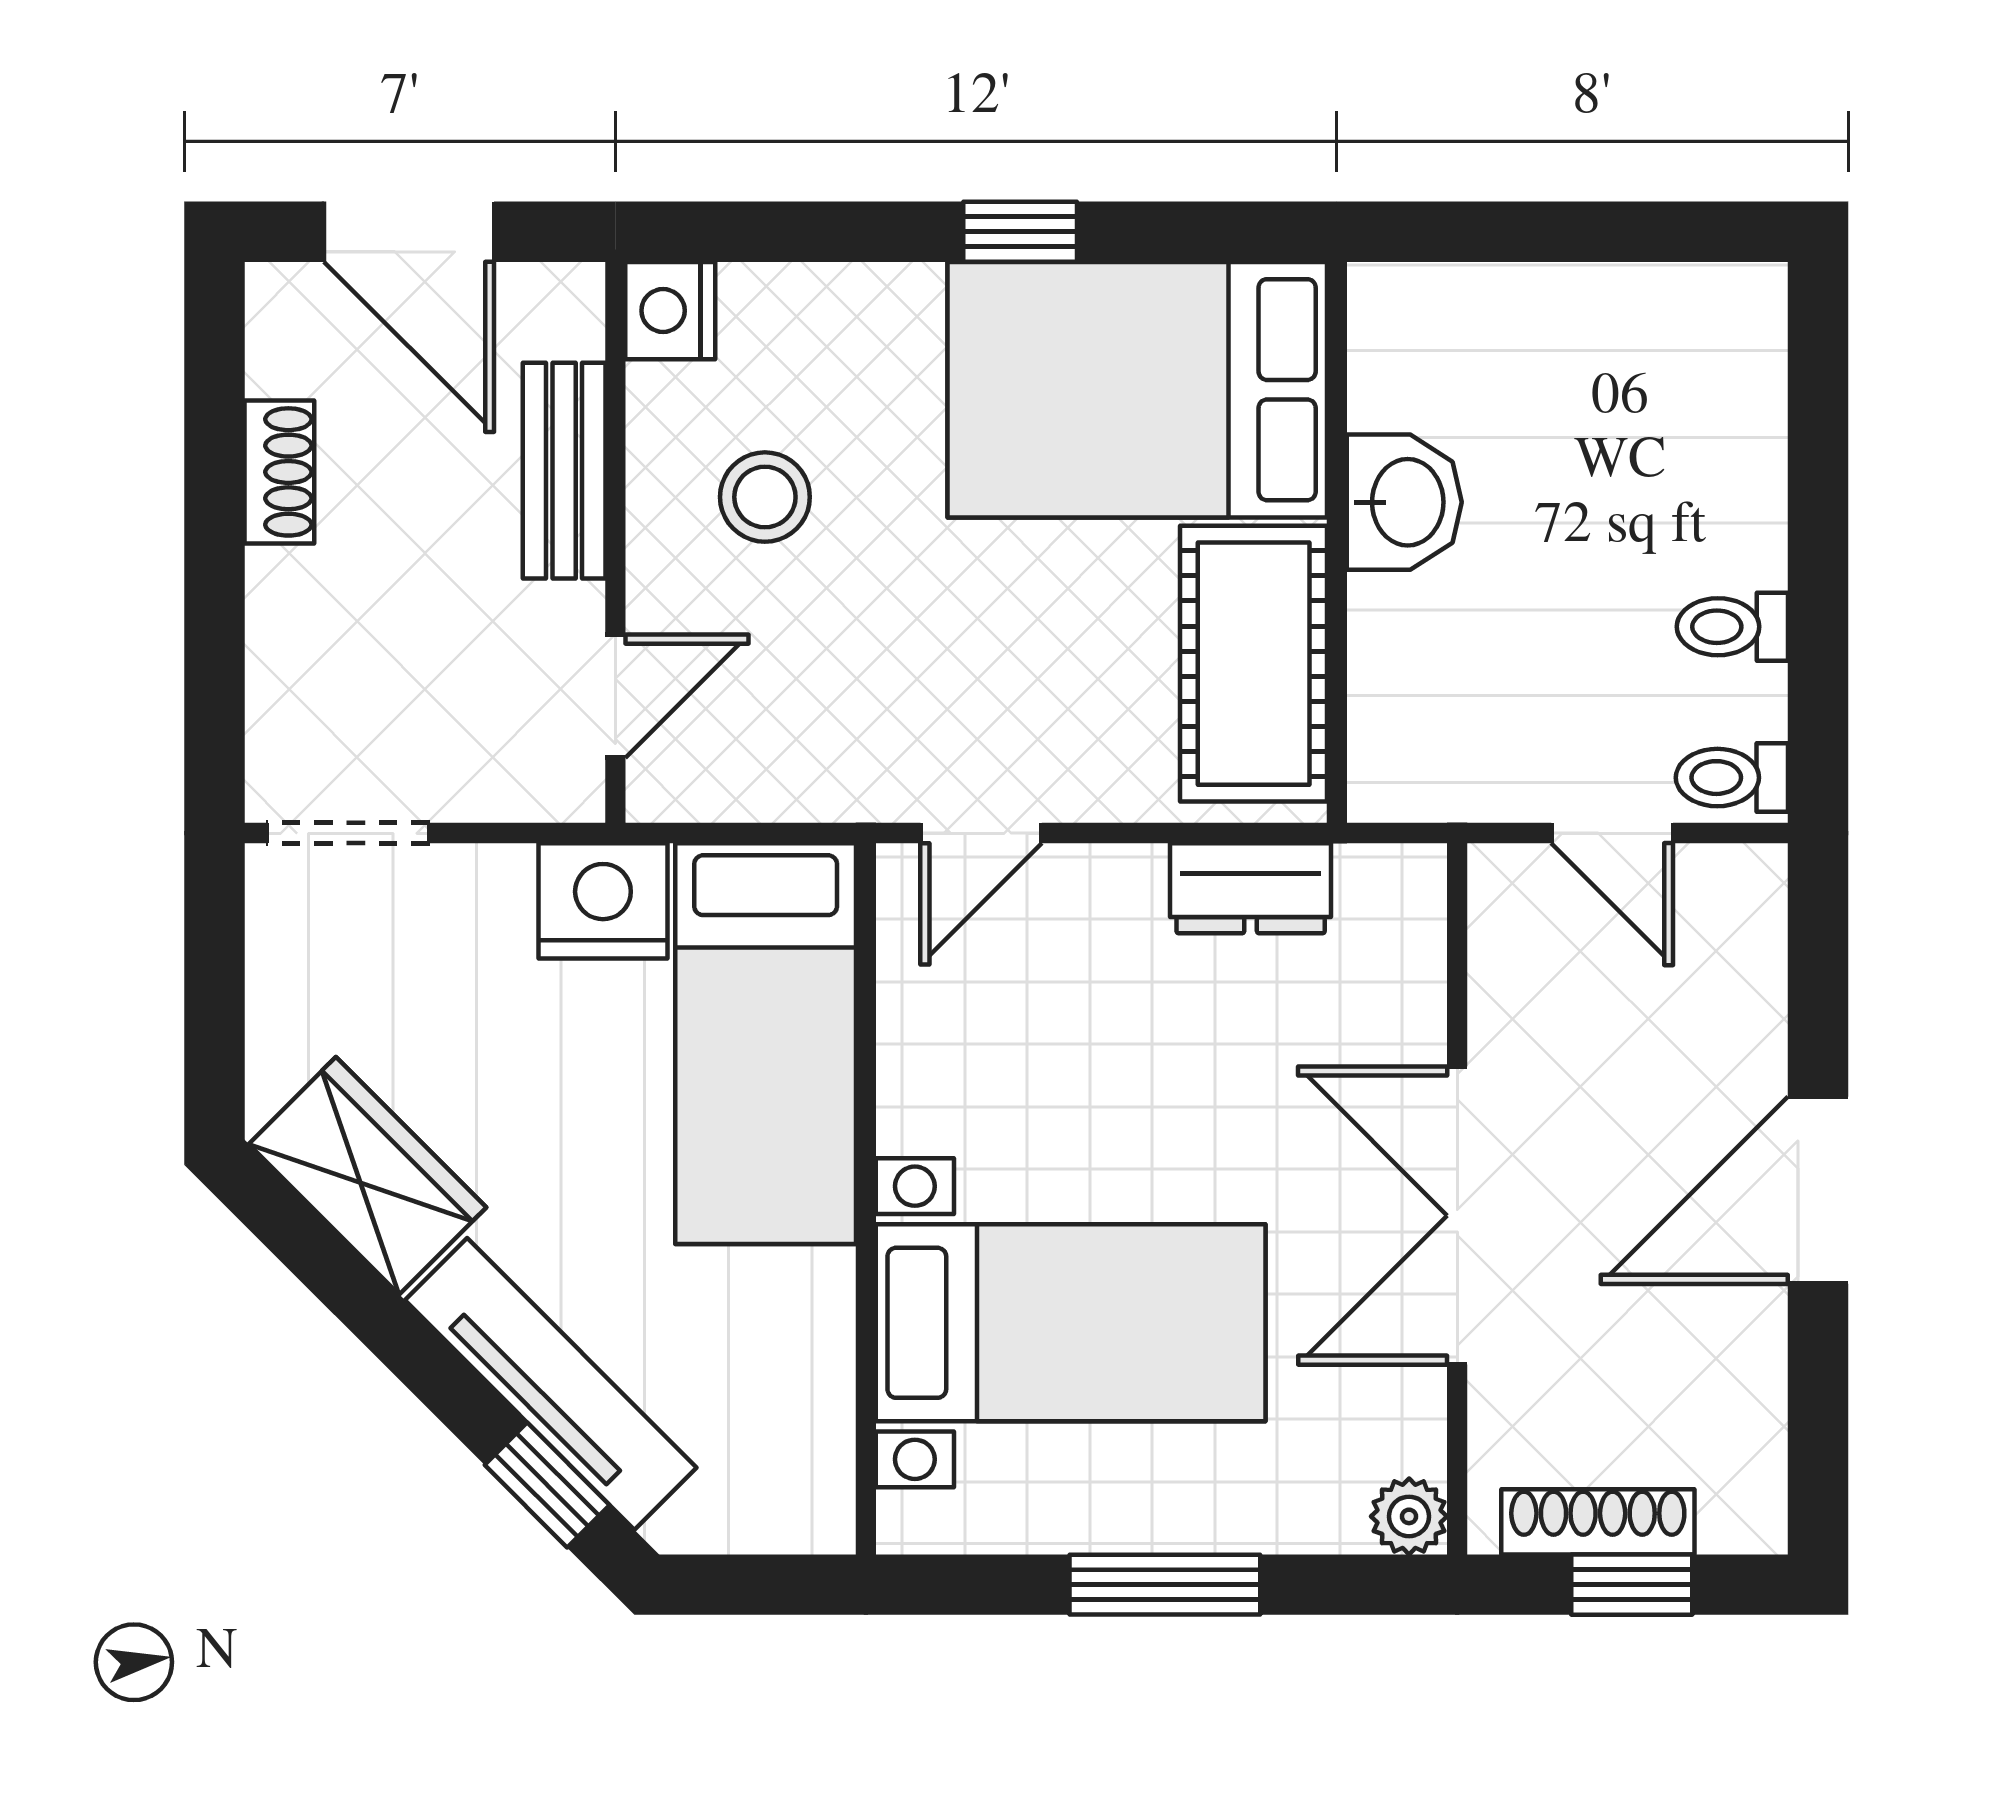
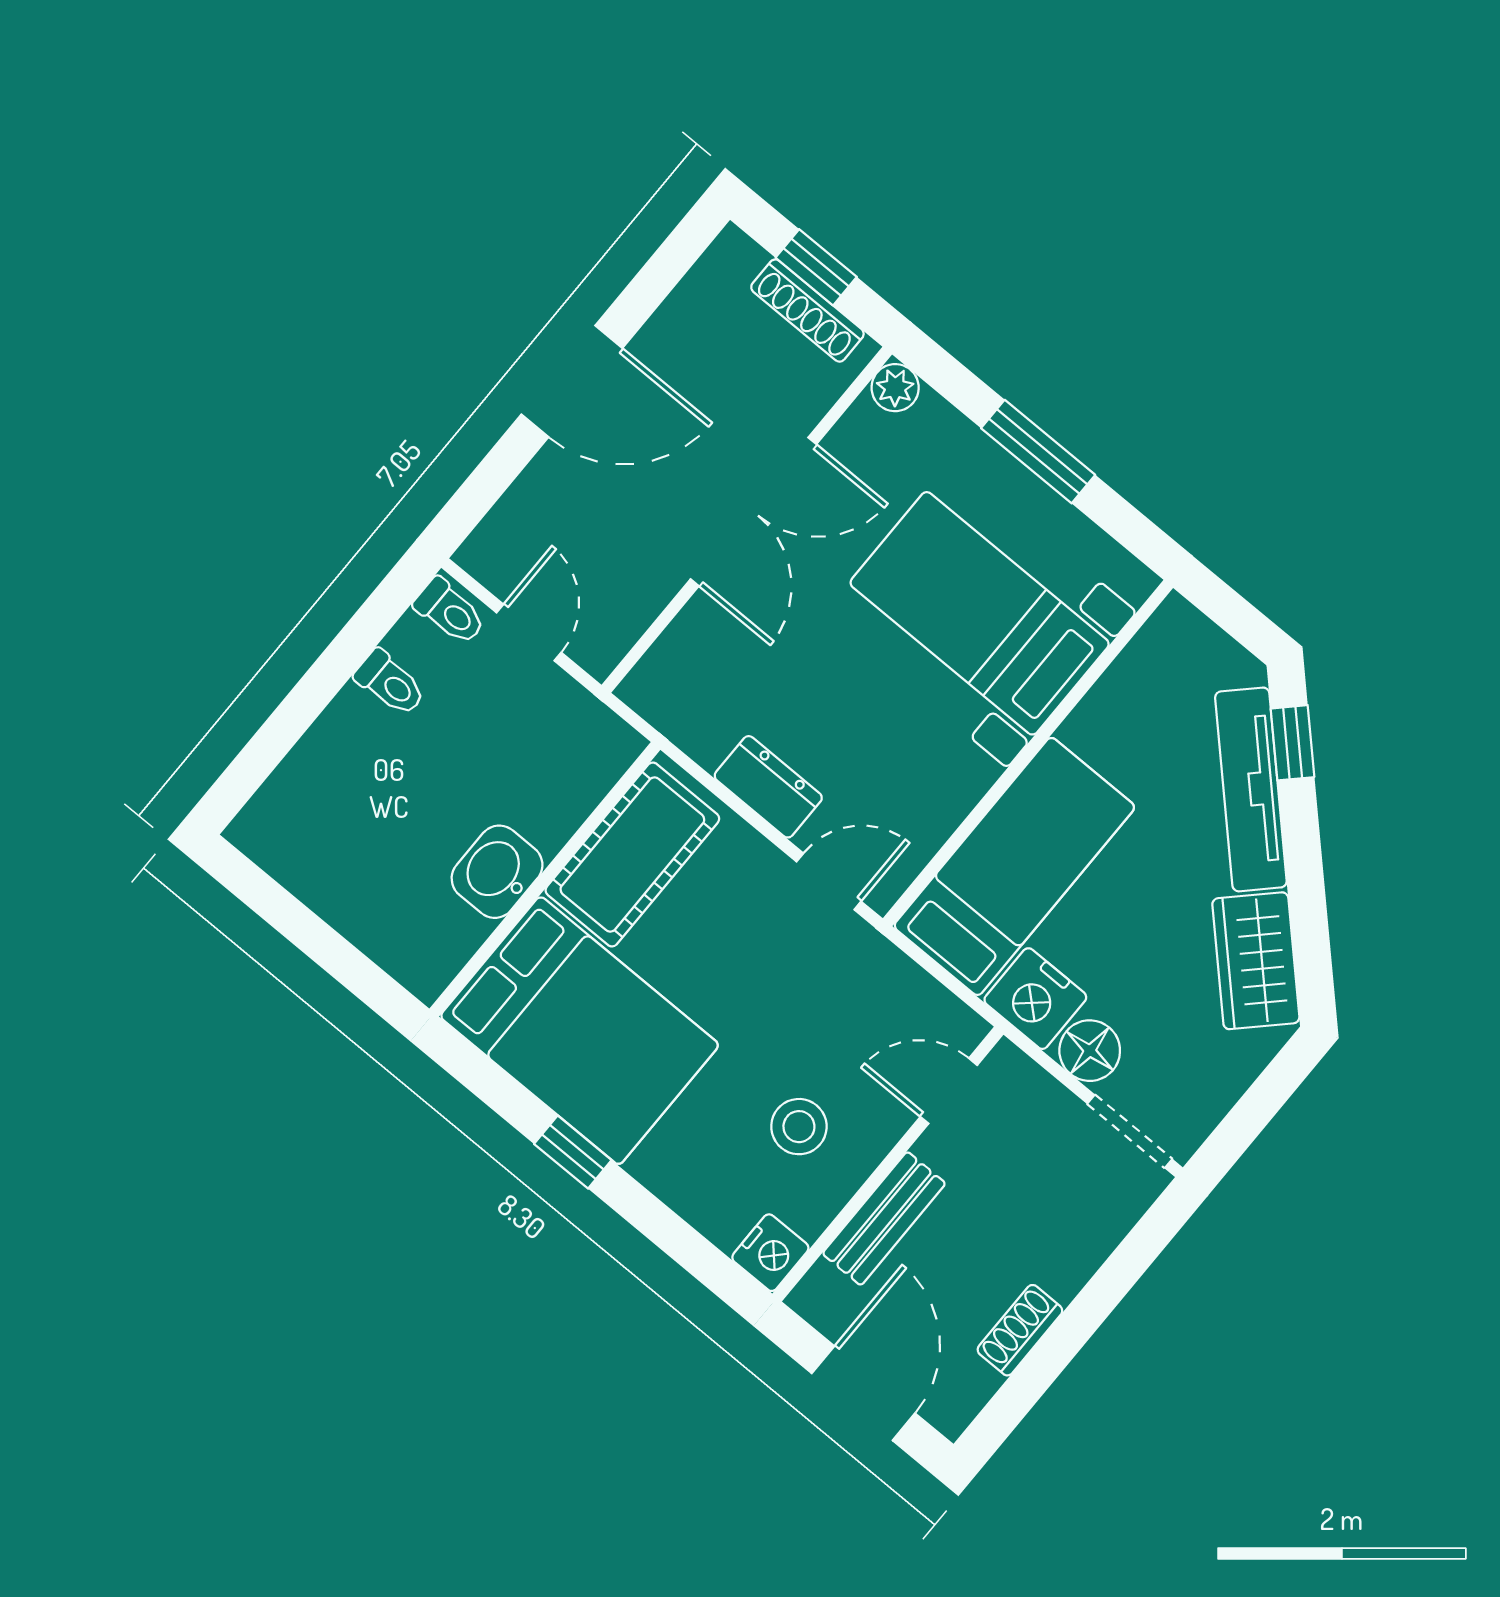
dresser: (1251, 888) -> (768, 787), moved
floor lamp: (481, 892) -> (1090, 1051), added

